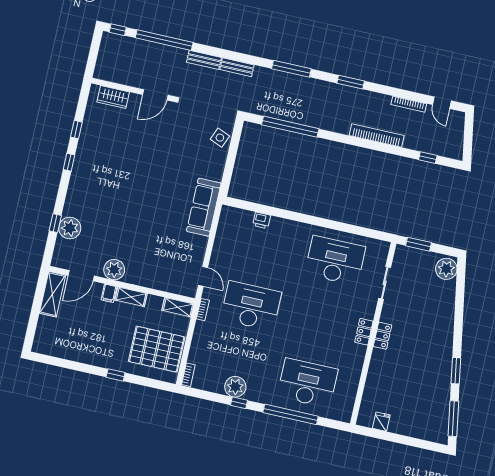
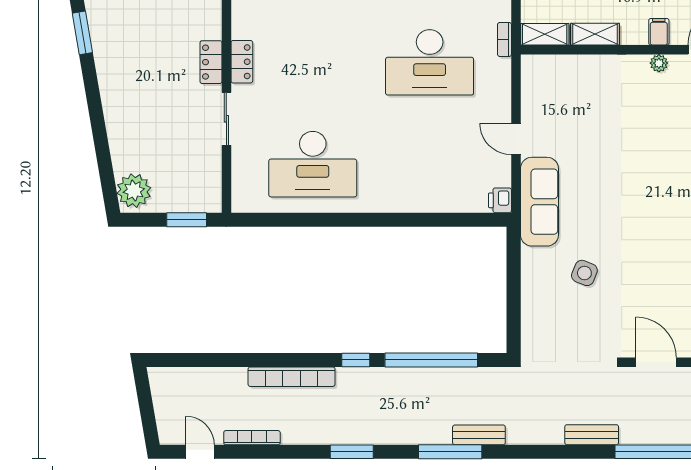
bench: (237, 67) -> (479, 435), moved
door: (155, 95) -> (656, 362), hinge flipped
side table: (220, 138) -> (584, 273), moved
window: (428, 158) -> (356, 360), moved
printer: (262, 220) -> (500, 200), moved, turned -90
plant: (114, 270) -> (659, 63), width x0.53, depth x0.53
door: (203, 276) -> (516, 139), moved
sliding door: (385, 283) -> (226, 119), moved
shelving: (131, 297) -> (595, 34), moved

